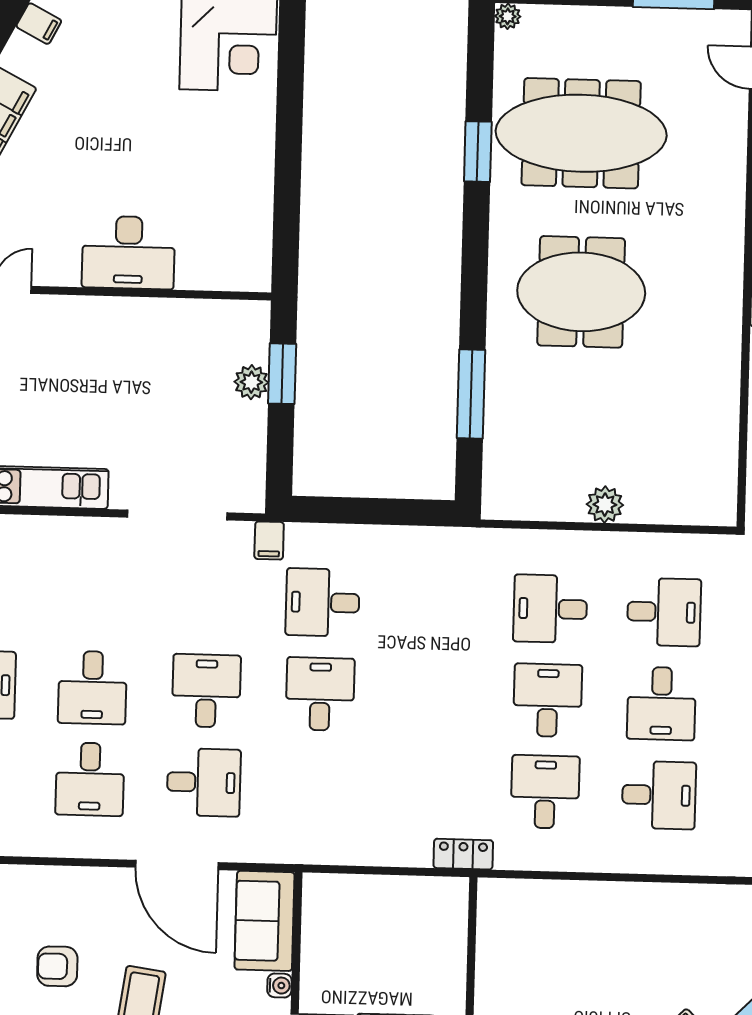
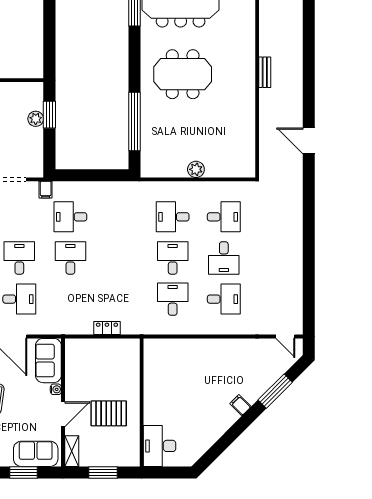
window: (471, 394) -> (134, 121), width x1.46
locker: (463, 854) -> (107, 328), moved

